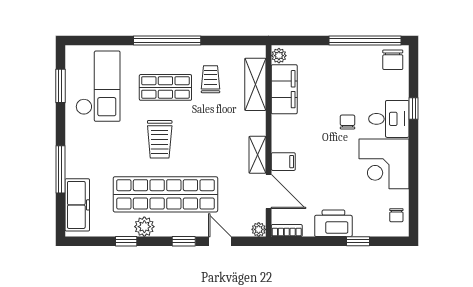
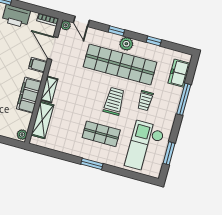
window: (167, 41) -> (92, 164), width x0.47
trolley: (211, 79) -> (145, 101), moved
filing cabinet: (284, 89) -> (29, 95), moved
shelving: (257, 155) -> (49, 90), moved
freezer: (77, 205) -> (179, 73), width x0.71
plant: (144, 227) -> (126, 44), moved
door: (220, 241) -> (81, 21), moved

